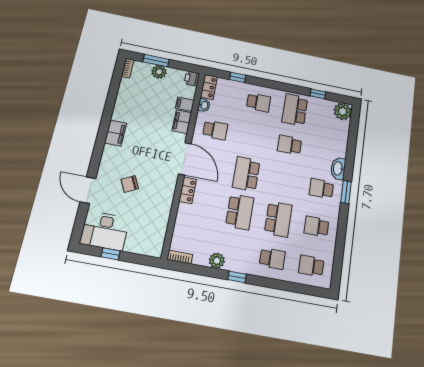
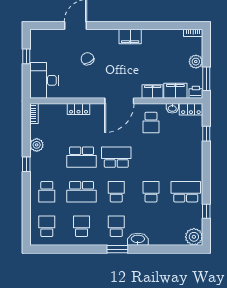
window: (156, 61) -> (206, 79), moved
school desk: (259, 102) -> (116, 192), moved, turned 180
filing cabinet: (185, 104) -> (175, 91), width x2.00
locker: (188, 190) -> (79, 109), moved
desk: (105, 231) -> (44, 80), moved

